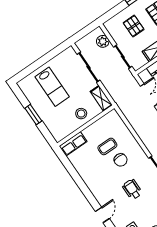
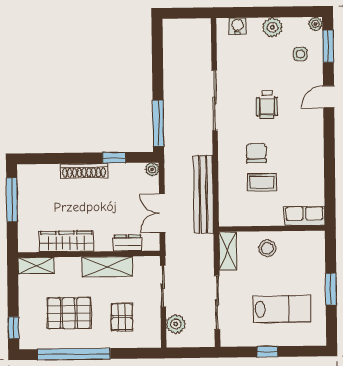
window: (45, 59) -> (267, 352), added
lab bench: (52, 87) -> (282, 309), turned 90
bench: (134, 119) -> (203, 194), added

